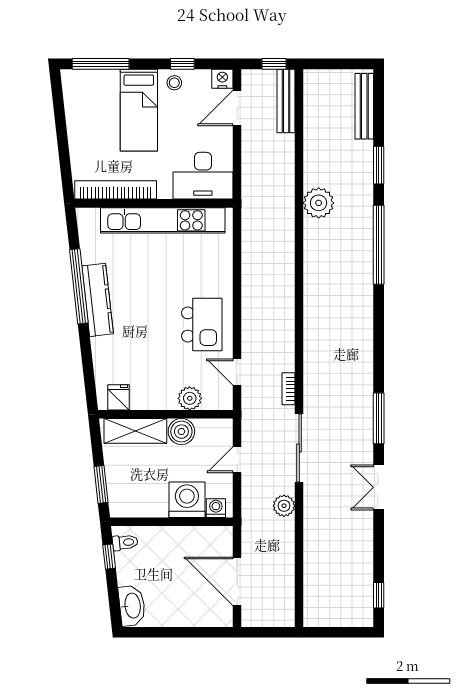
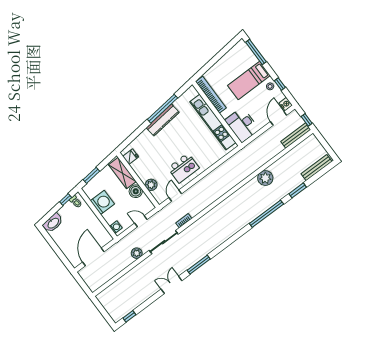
door: (237, 108) -> (279, 118), hinge flipped
washing machine: (187, 500) -> (102, 202), moved

